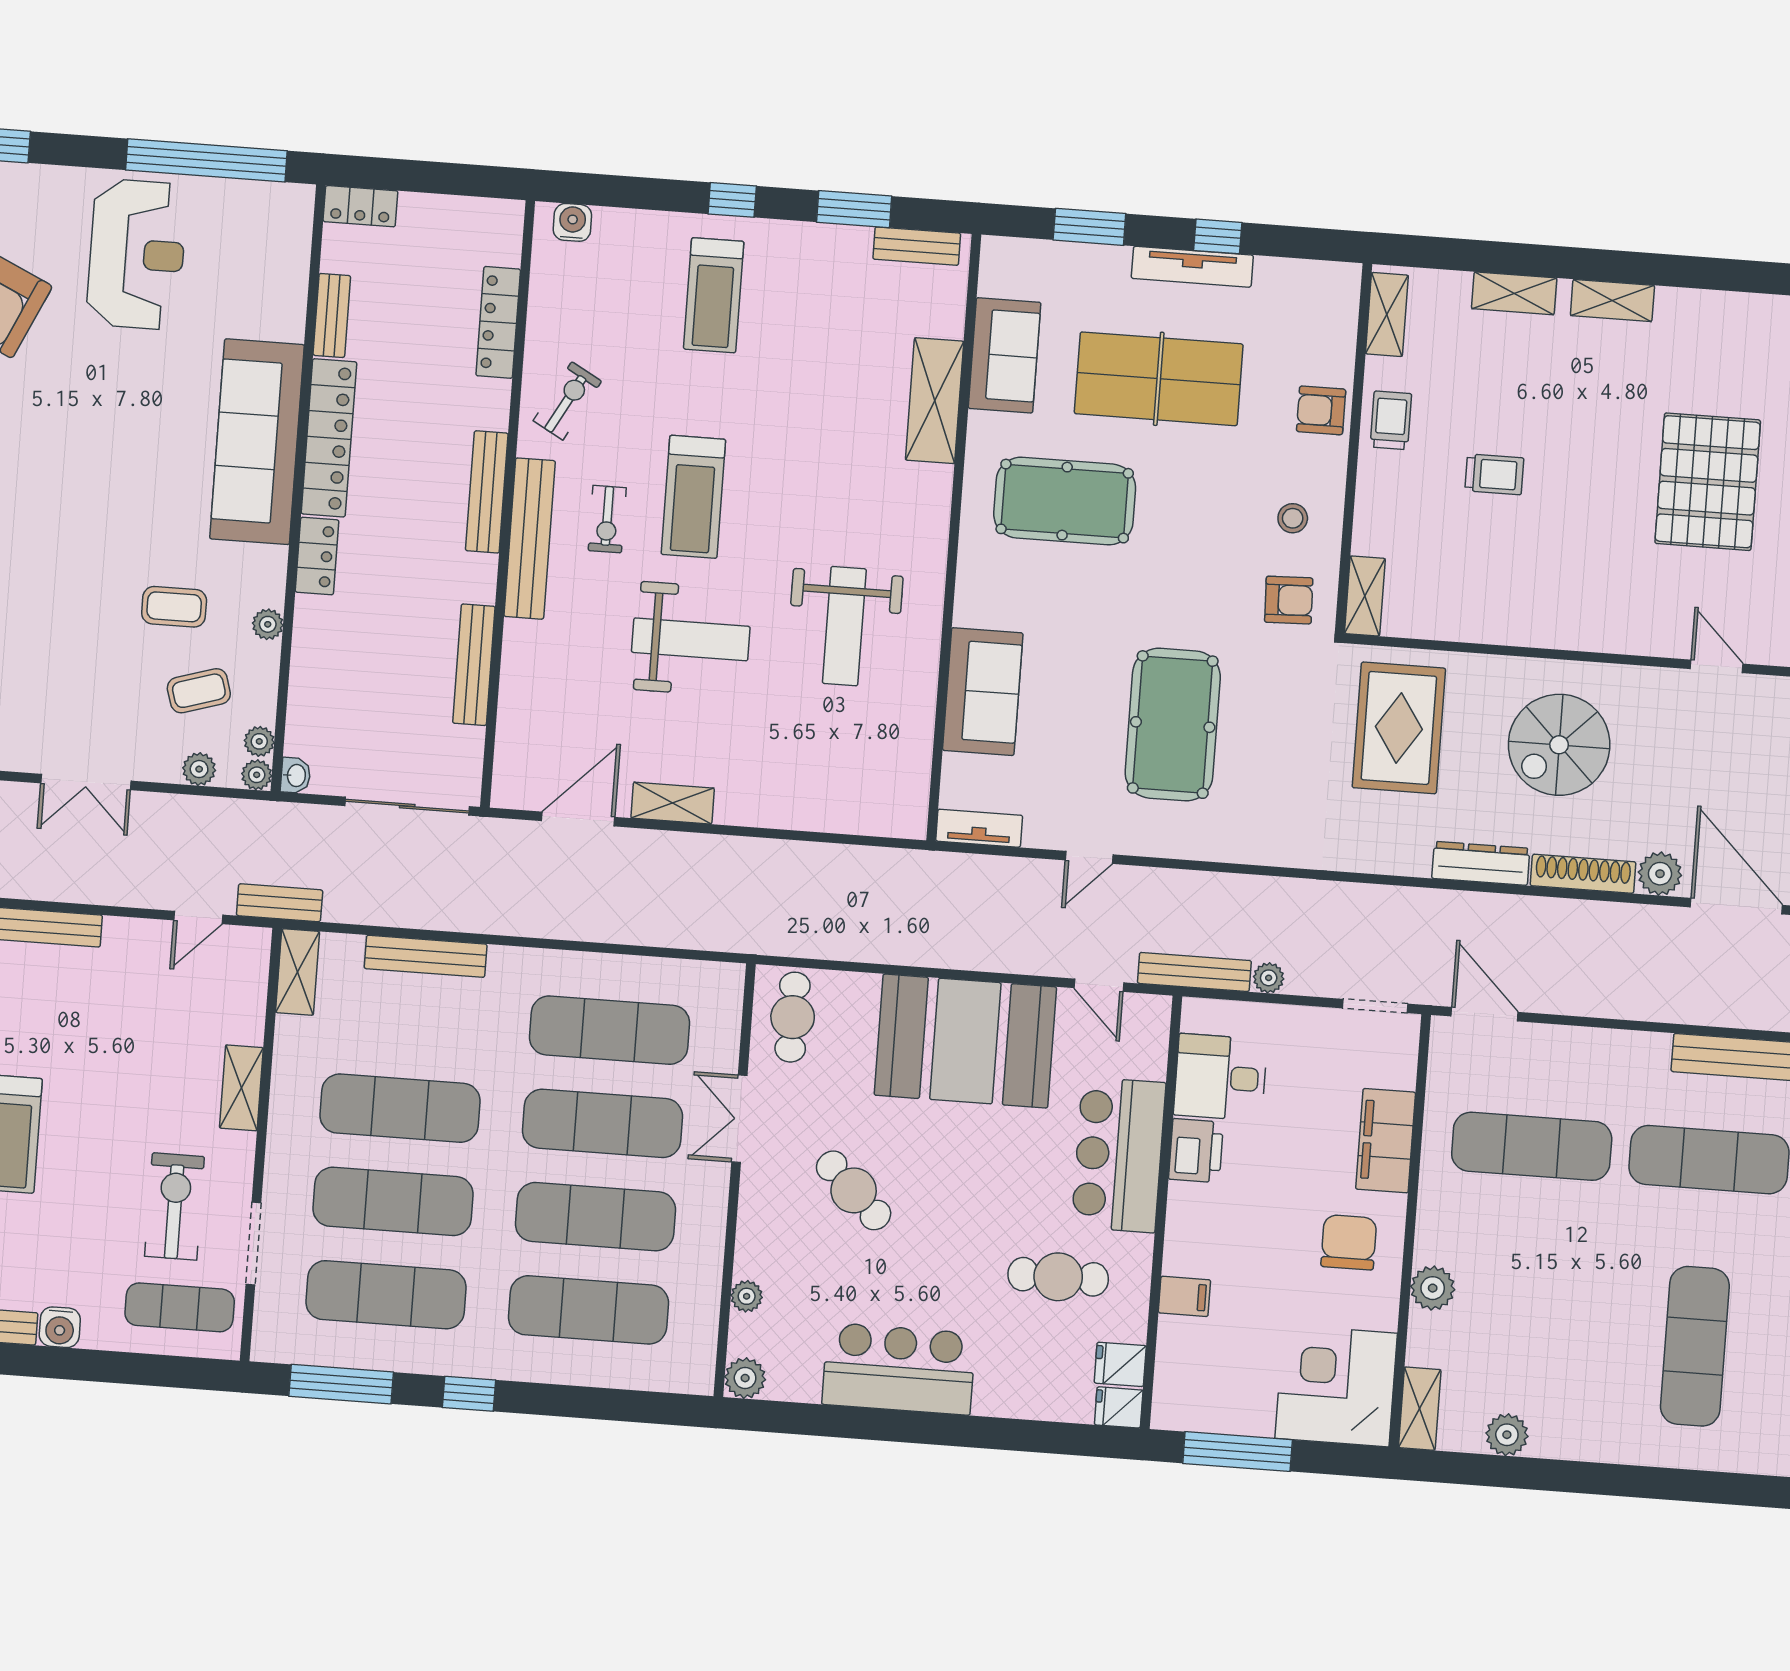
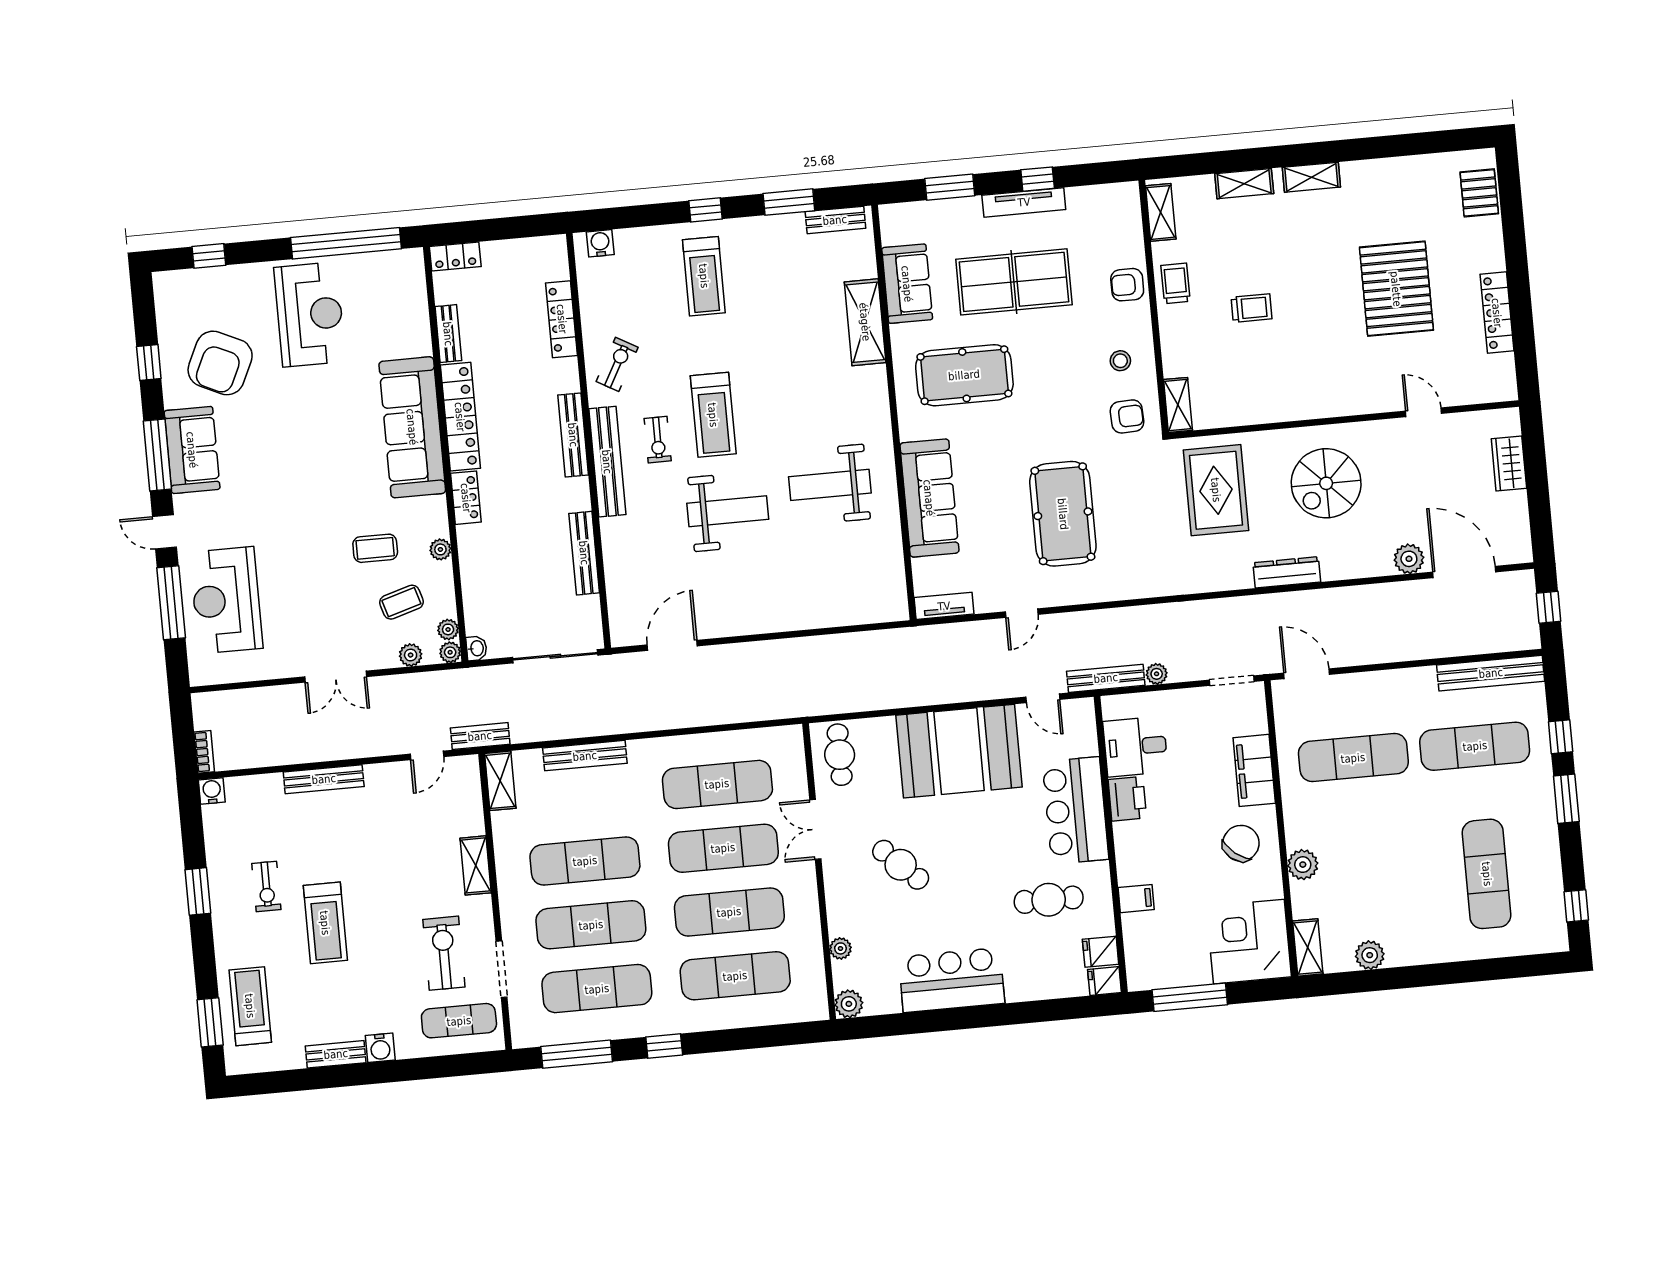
weight bench: (844, 626) -> (830, 485), turned 90
sofa: (983, 692) -> (929, 498), width x1.36
shelving: (673, 803) -> (734, 624), removed
shoe rack: (1583, 874) -> (1357, 568), removed
chair: (1349, 1242) -> (1241, 843), turned 39

